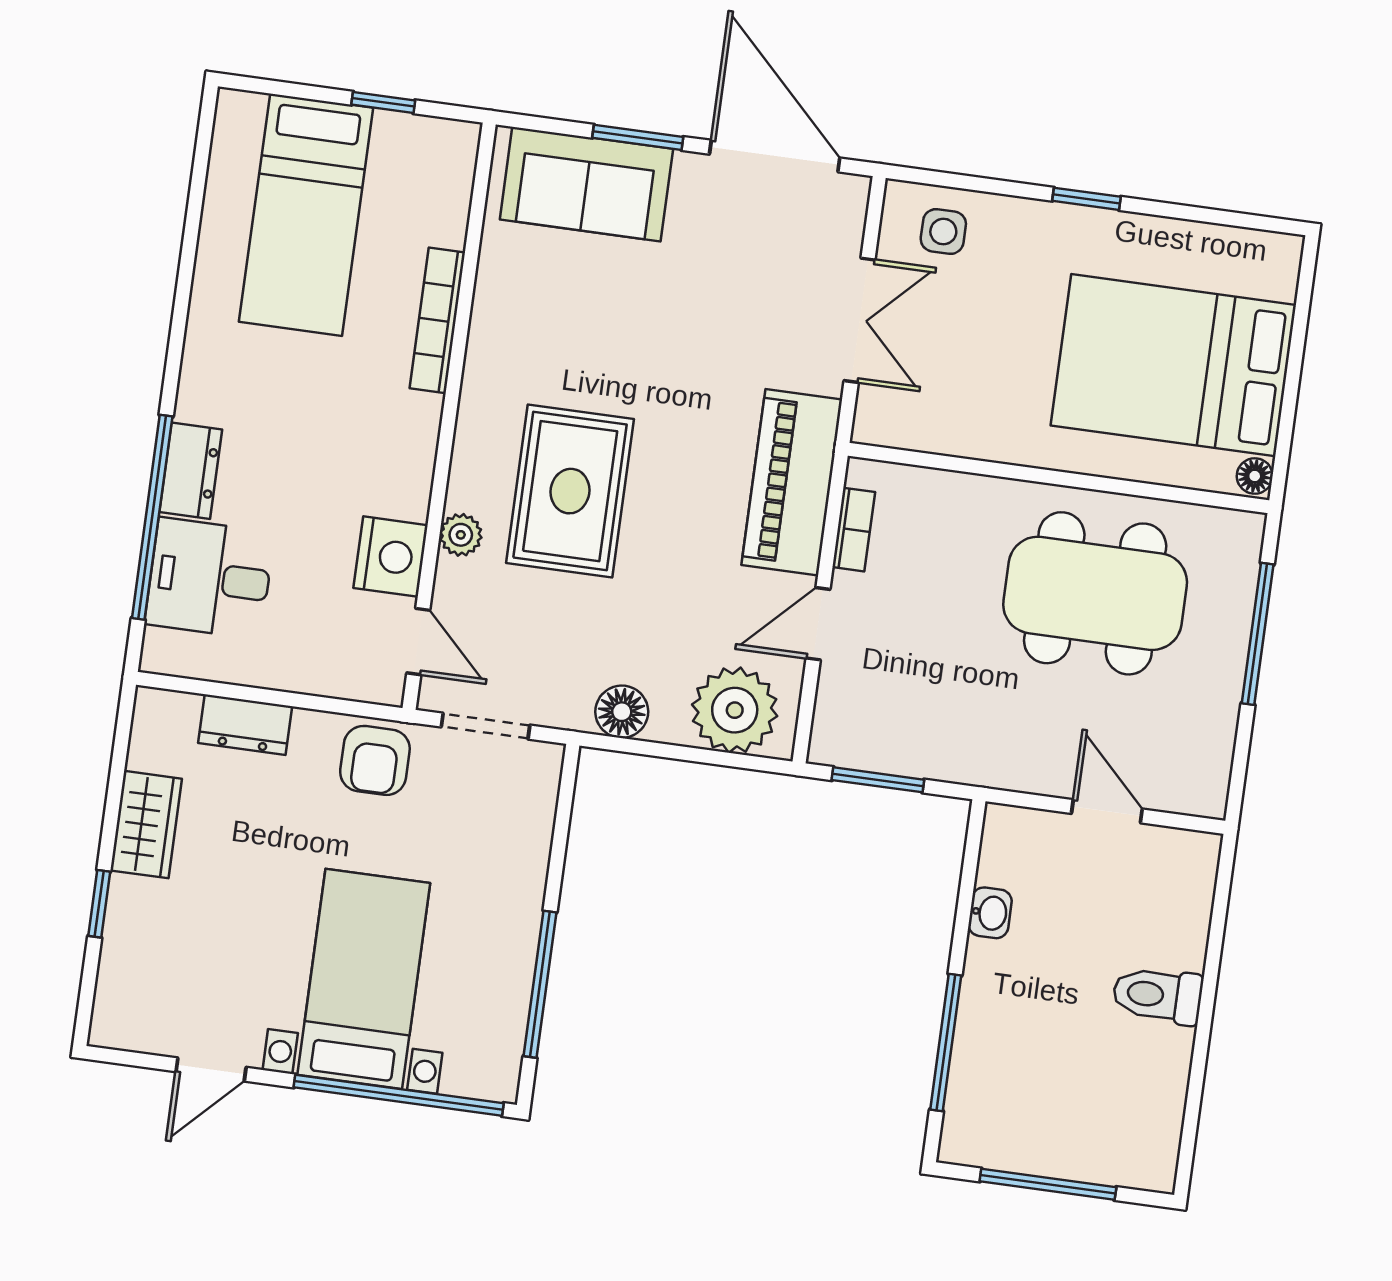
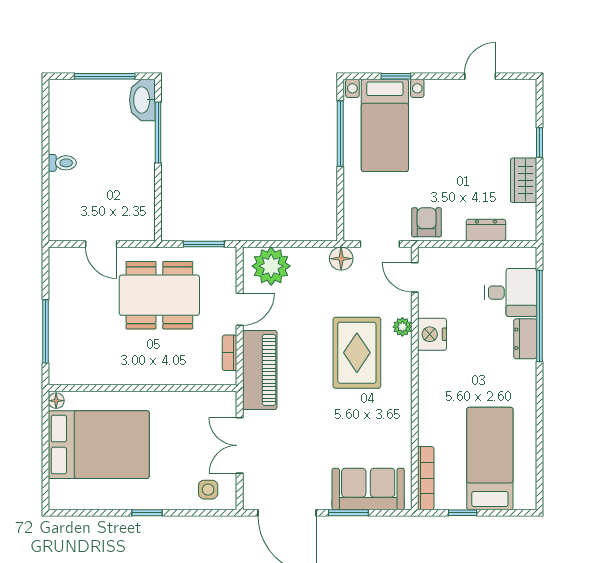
bookcase: (437, 320) -> (426, 478), moved
nightstand: (391, 557) -> (432, 334), moved
dining table: (1095, 593) -> (159, 295), moved
floor lamp: (622, 712) -> (341, 259), moved
washbasin: (990, 913) -> (142, 100), moved, width x1.91, depth x1.45
bed with nightstands: (364, 979) -> (385, 125), moved
toilet: (1158, 995) -> (62, 163), width x0.73, depth x0.72
window: (399, 1095) -> (396, 76), width x0.32

